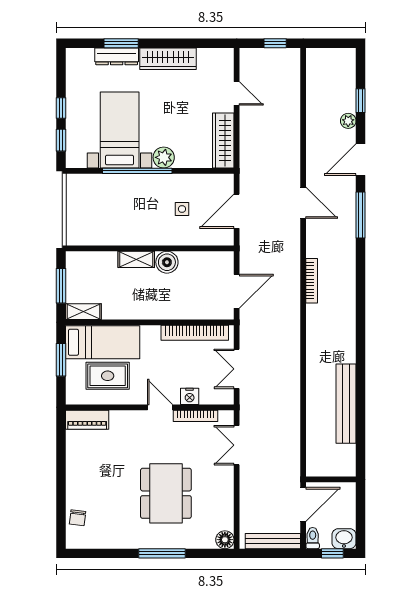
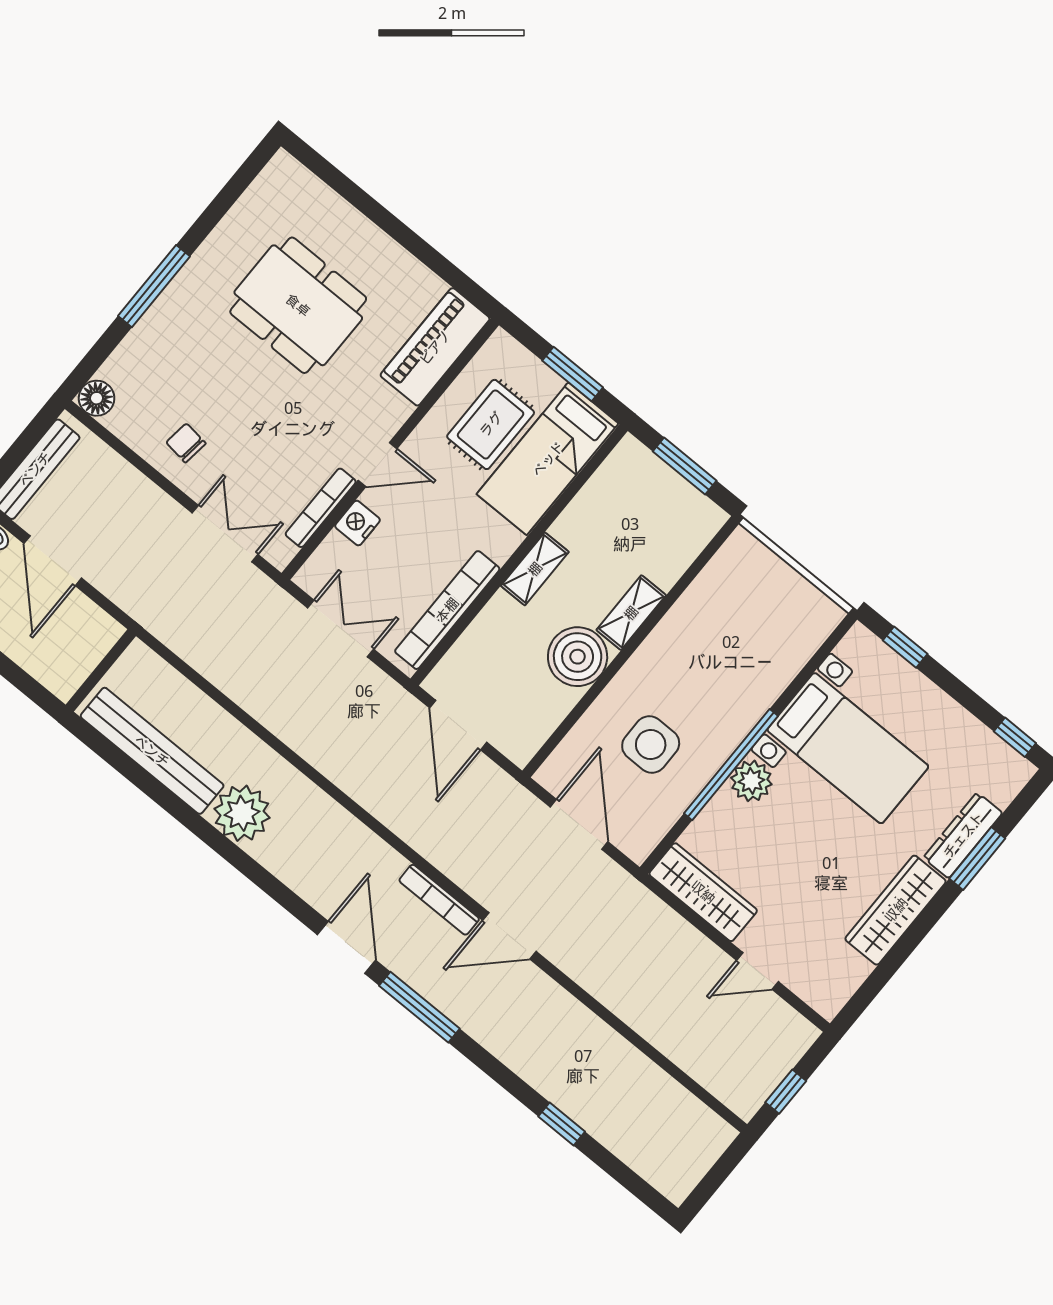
window: (360, 101) -> (562, 1124), moved
window: (61, 108) -> (1015, 737), moved
plant: (348, 121) -> (242, 813), moved, width x1.87, depth x1.87
door: (360, 160) -> (347, 947), moved
window: (137, 171) -> (731, 765), moved
side table: (182, 209) -> (651, 744), width x1.87, depth x1.87
boiler: (167, 262) -> (578, 657), width x1.37, depth x1.37
bookcase: (312, 281) -> (439, 900), moved
shelving: (83, 312) -> (535, 569), moved
piano: (87, 420) -> (435, 347), width x1.37, depth x1.33
wall: (331, 479) -> (101, 670), moved
dining table: (166, 493) -> (298, 305), moved
chair: (78, 518) -> (186, 443), moved

